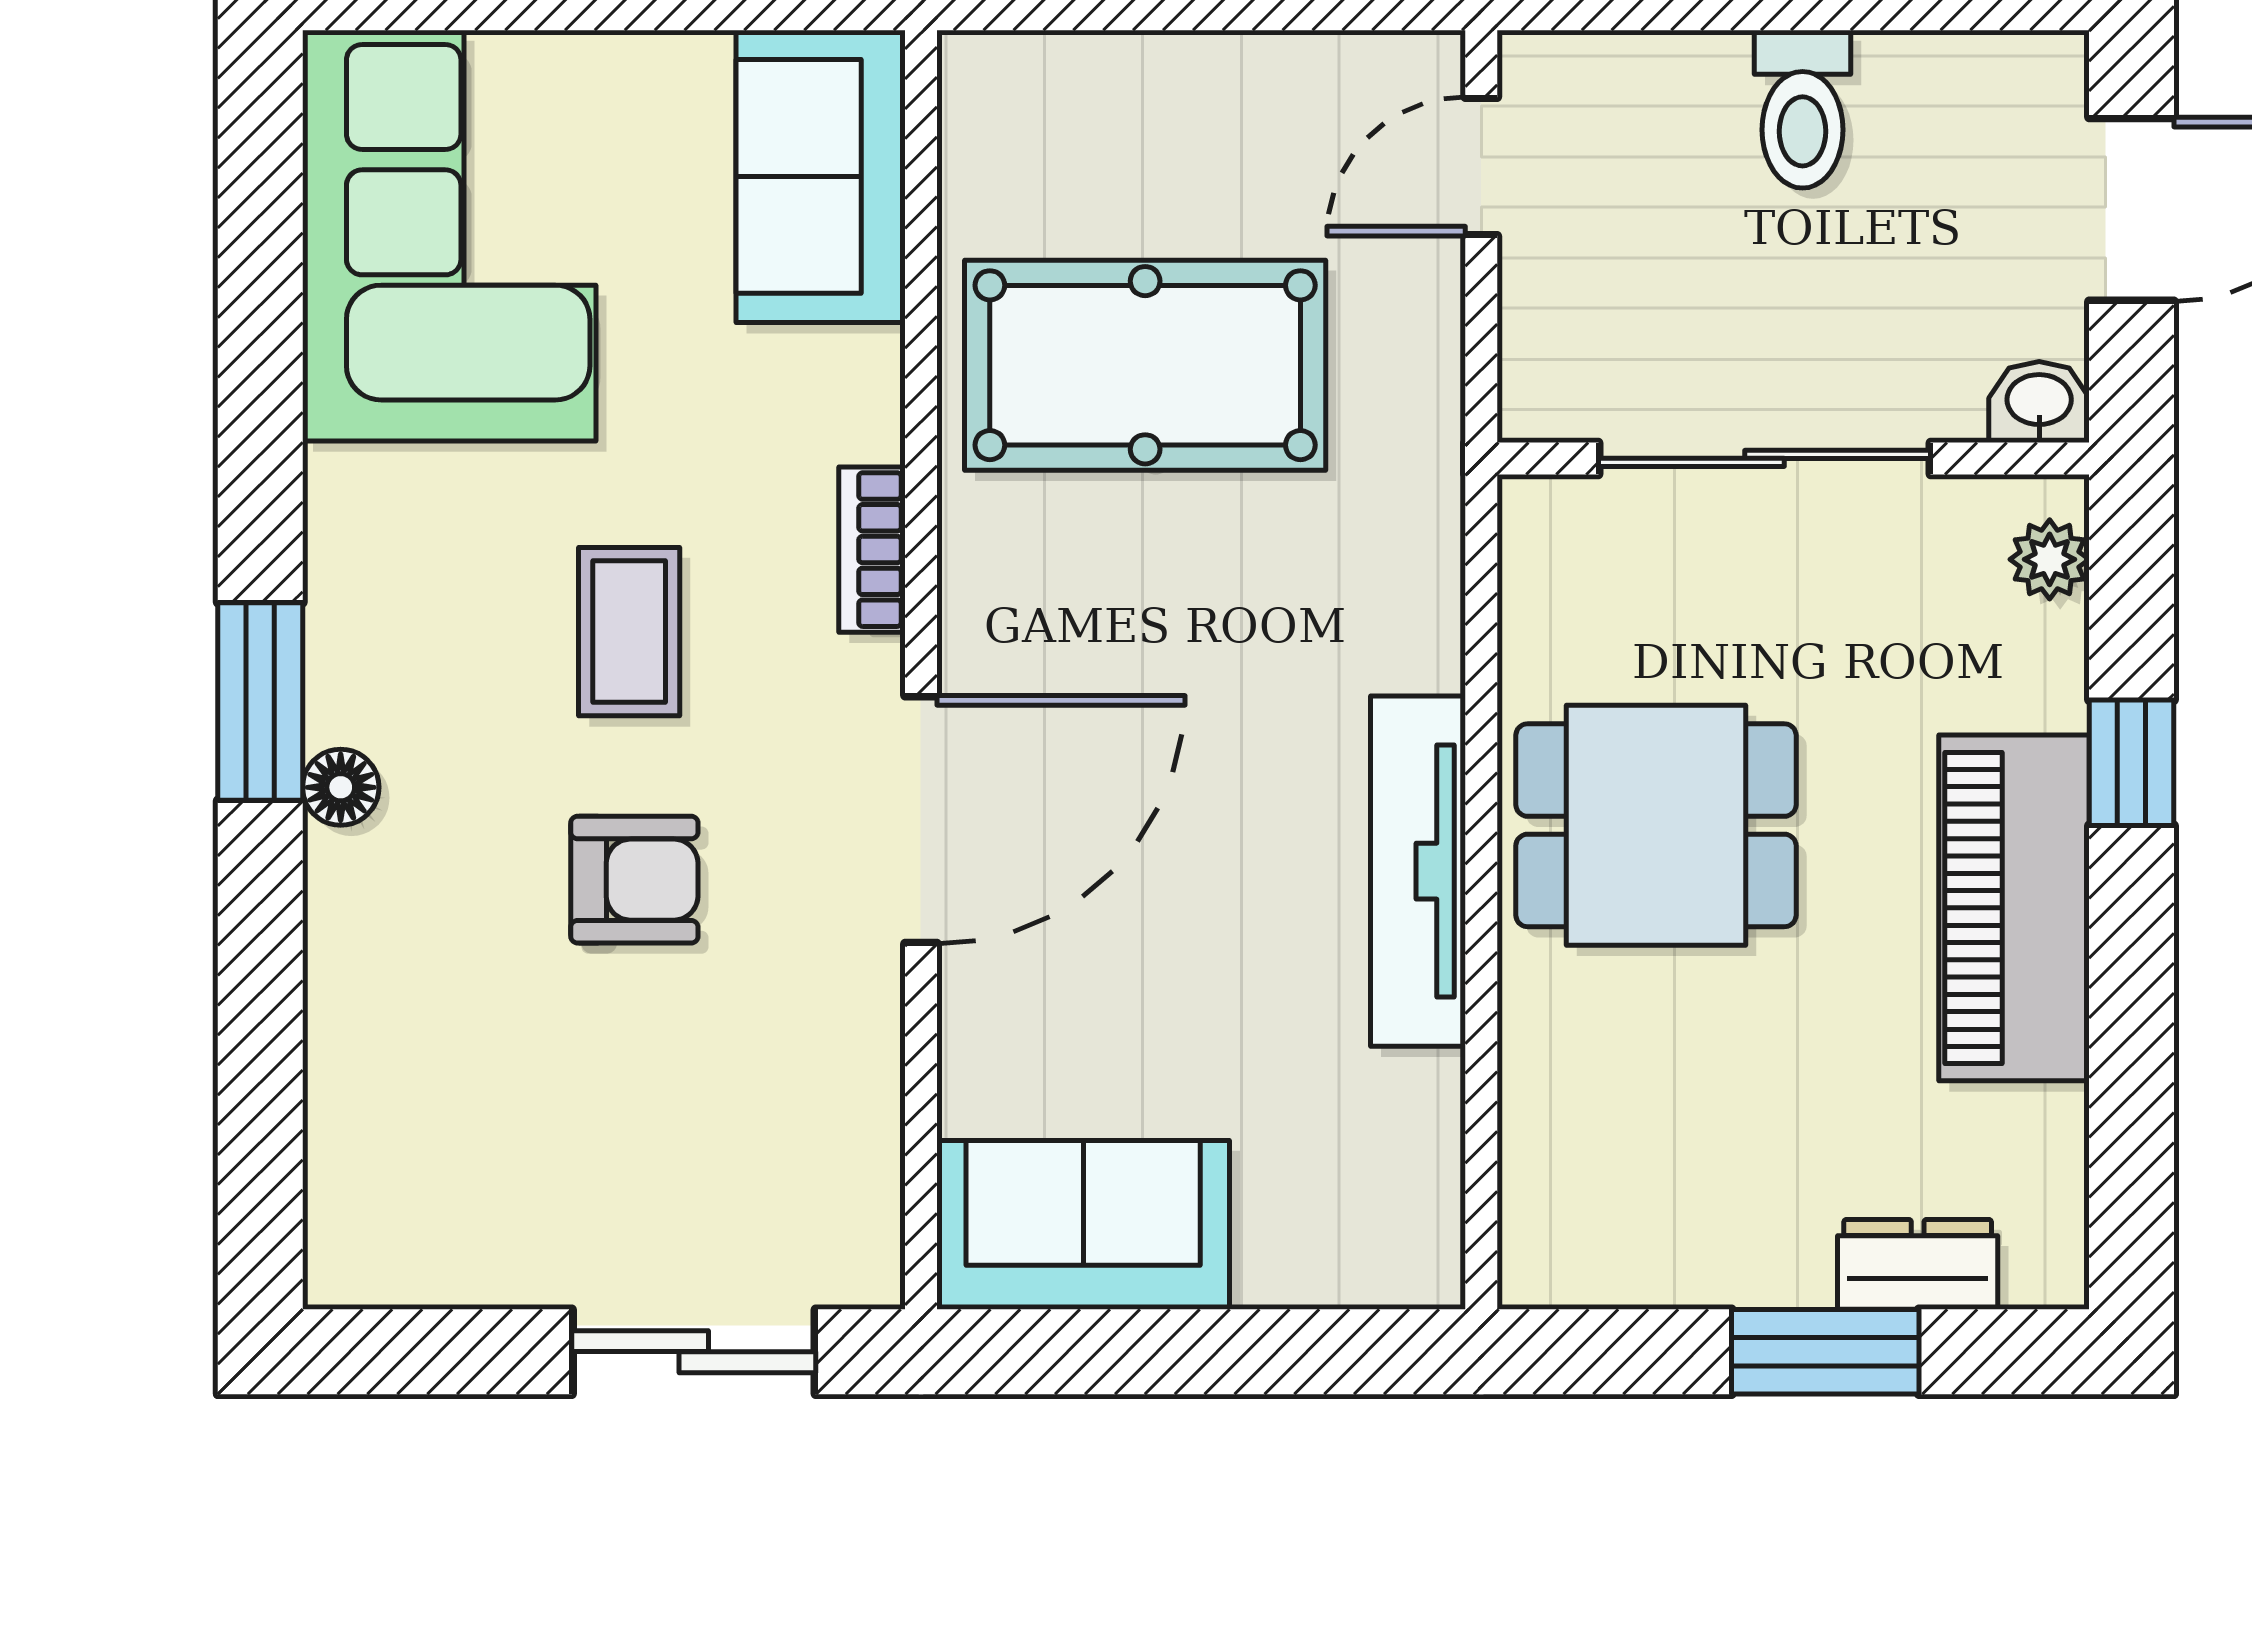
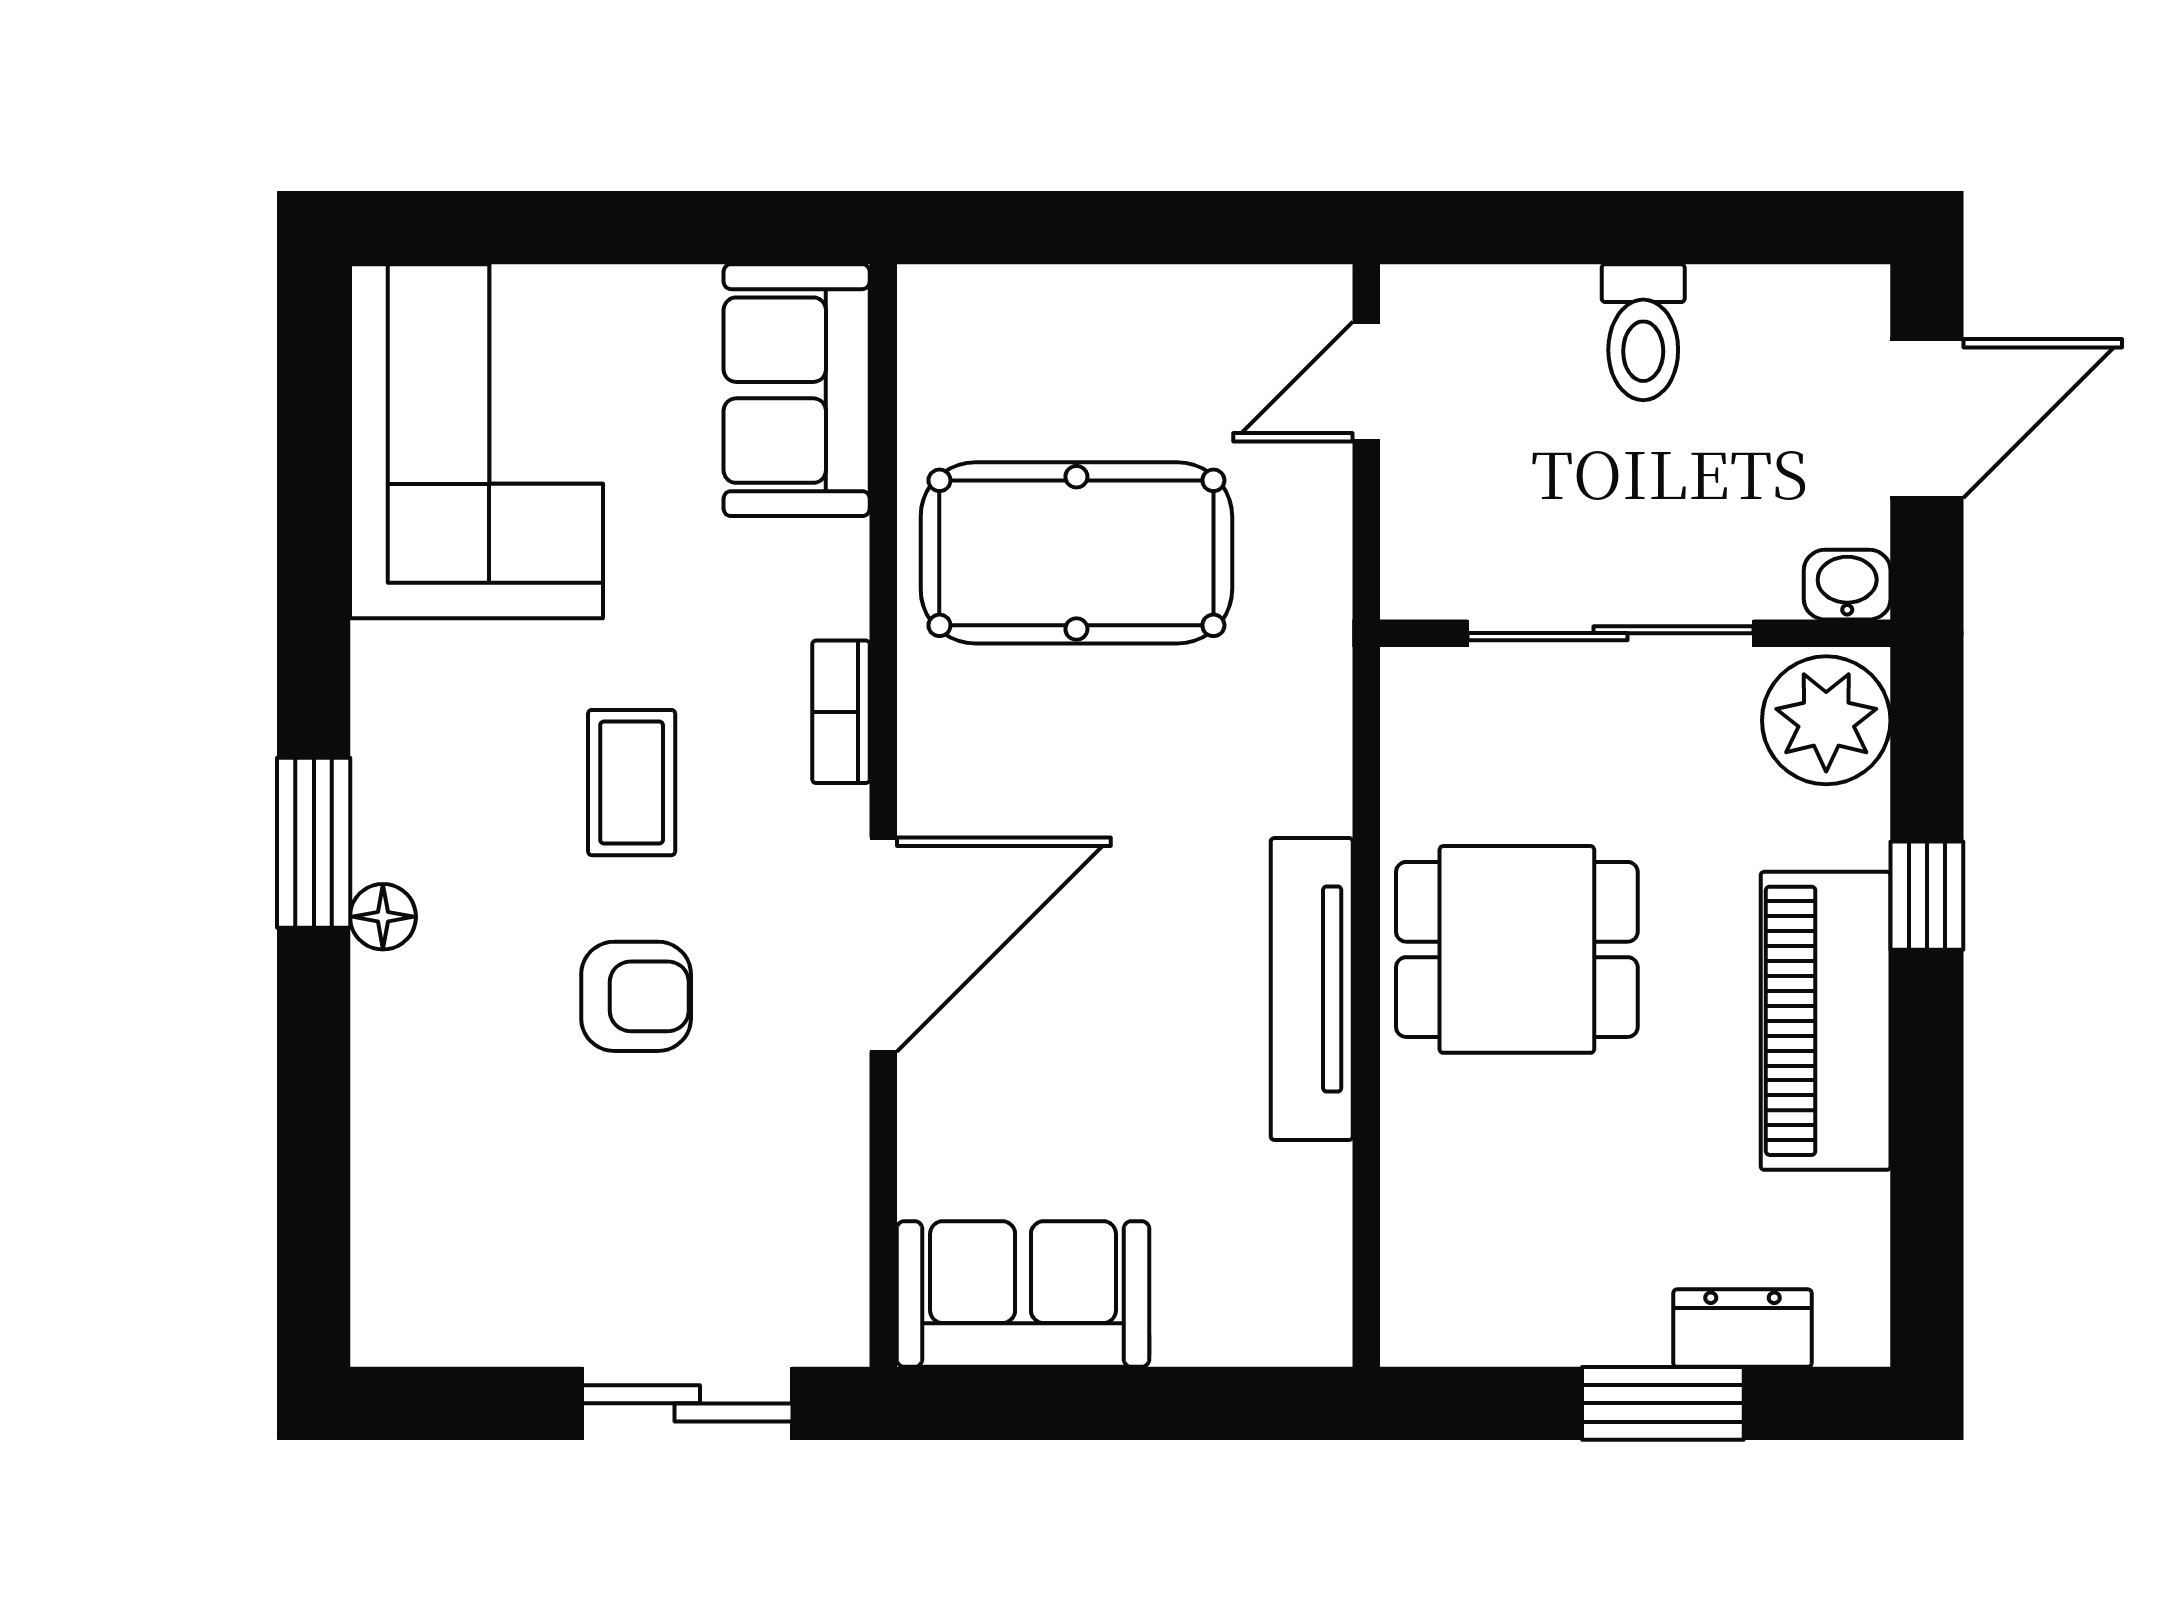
plant: (2050, 559) -> (1826, 720), width x1.88, depth x1.88

